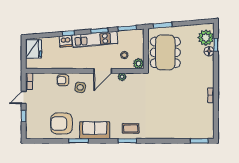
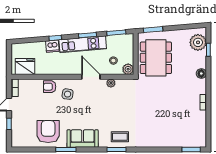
fridge: (34, 49) -> (25, 67), moved, turned -90
floor lamp: (209, 51) -> (201, 74), moved
door: (103, 71) -> (91, 77), swing flipped
armchair: (61, 123) -> (48, 132), turned 90

